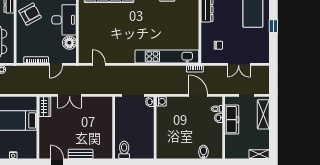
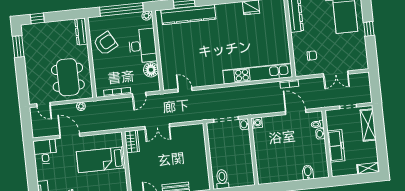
freezer: (232, 120) -> (336, 146), moved

